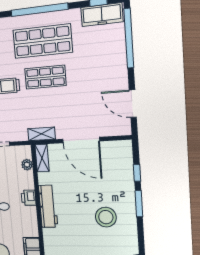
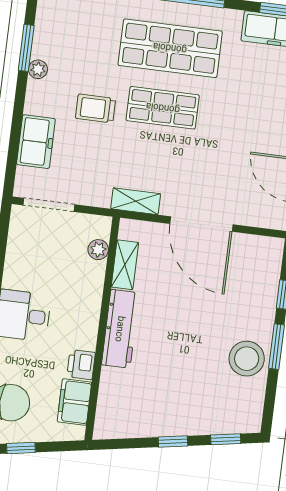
shelving: (42, 158) -> (125, 265), moved
printer: (29, 198) -> (81, 365), moved
stool: (106, 217) -> (247, 359), moved

